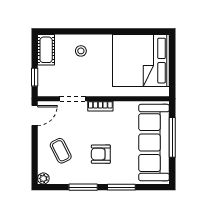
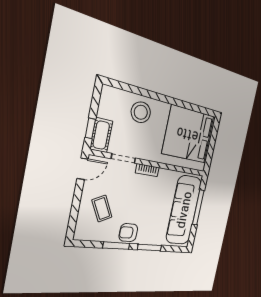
cot: (46, 50) -> (101, 135), moved
stool: (81, 51) -> (141, 112), width x1.89, depth x1.89
armchair: (101, 154) -> (128, 233), moved
plant: (43, 178) -> (79, 235), removed

